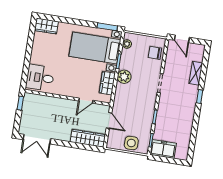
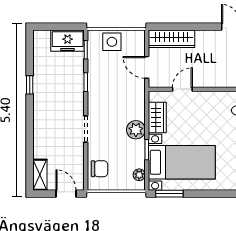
shelving: (196, 73) -> (40, 175), moved
window: (200, 97) -> (30, 85), moved

